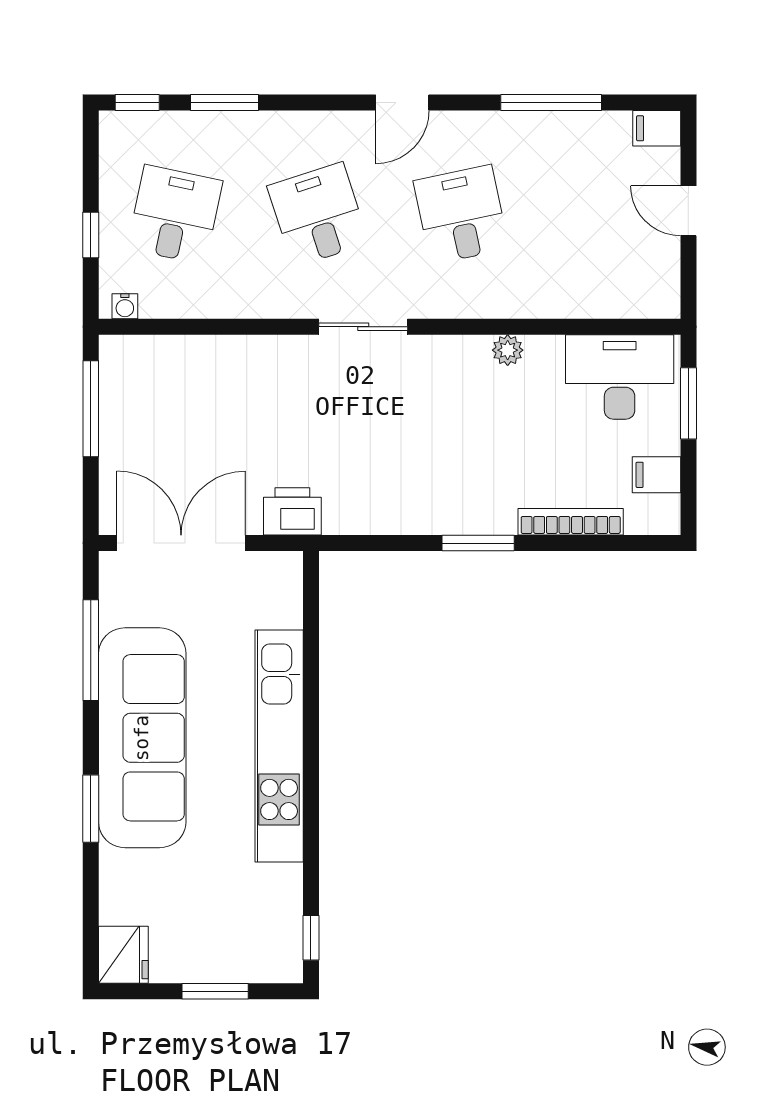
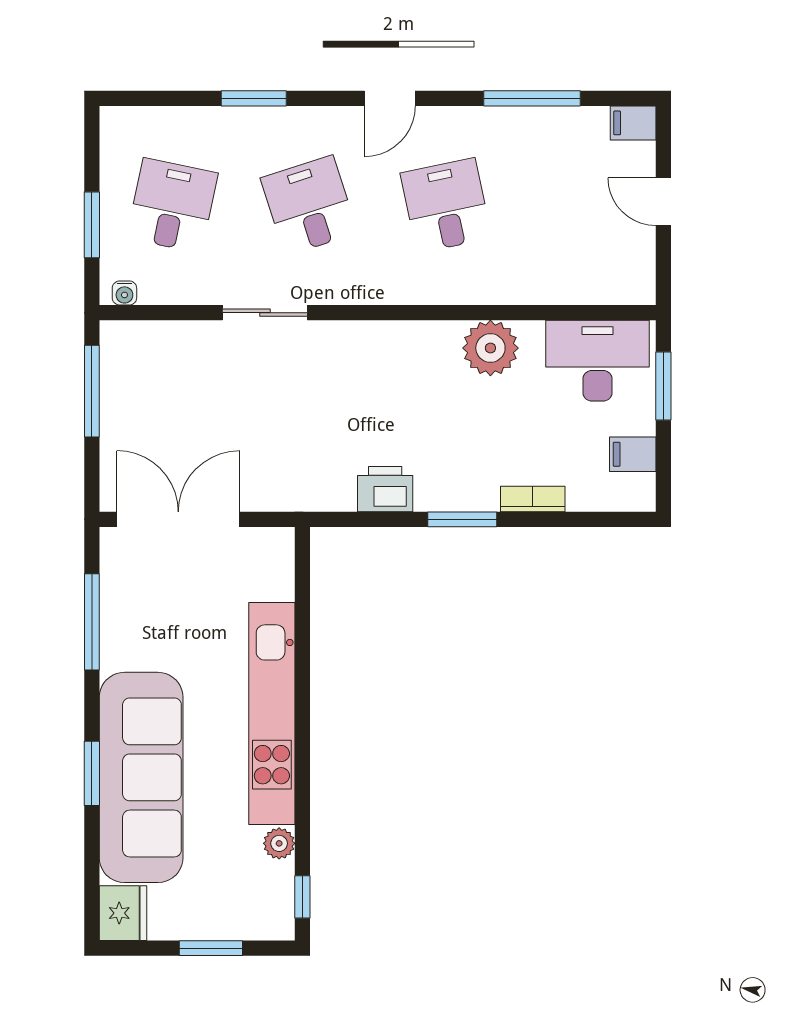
window: (137, 103) -> (136, 98), removed
window: (224, 103) -> (254, 98), moved
window: (91, 235) -> (92, 225), width x1.50
sliding door: (363, 327) -> (265, 313), moved
plant: (508, 350) -> (490, 348), width x1.88, depth x1.88
printer: (292, 511) -> (385, 489), moved
bookcase: (571, 522) -> (533, 499), width x0.64
sofa: (142, 738) -> (141, 777), moved
plant: (287, 882) -> (279, 843), added

